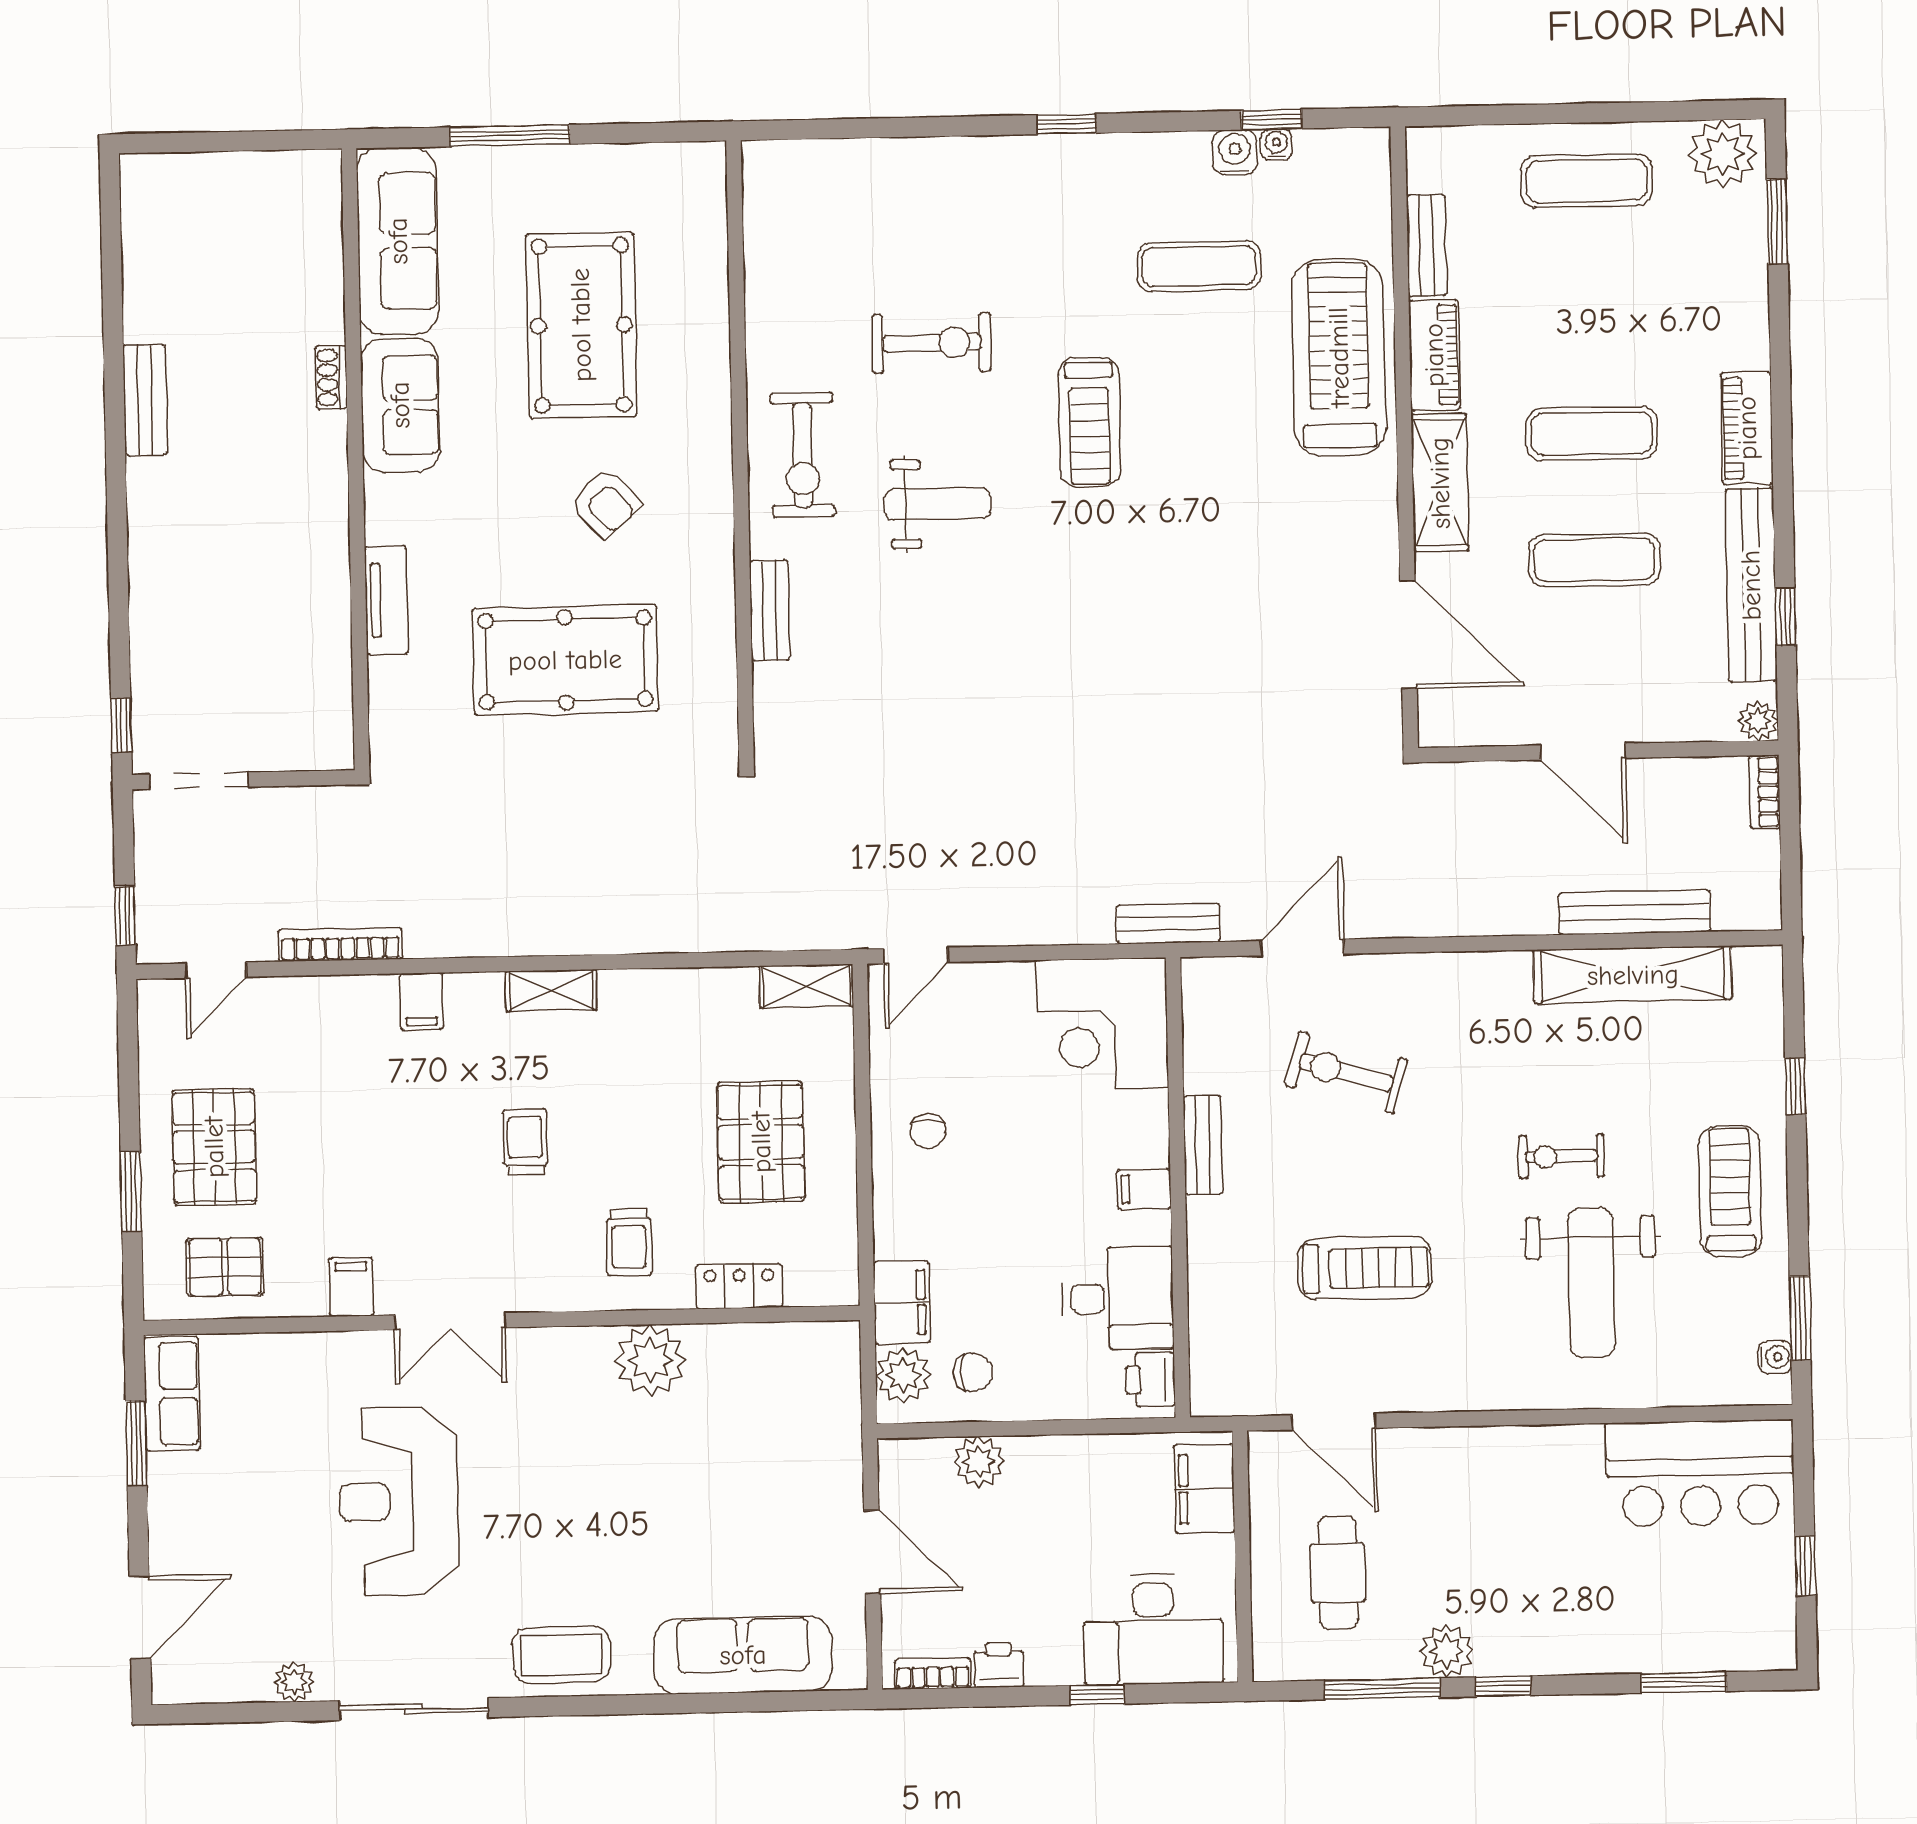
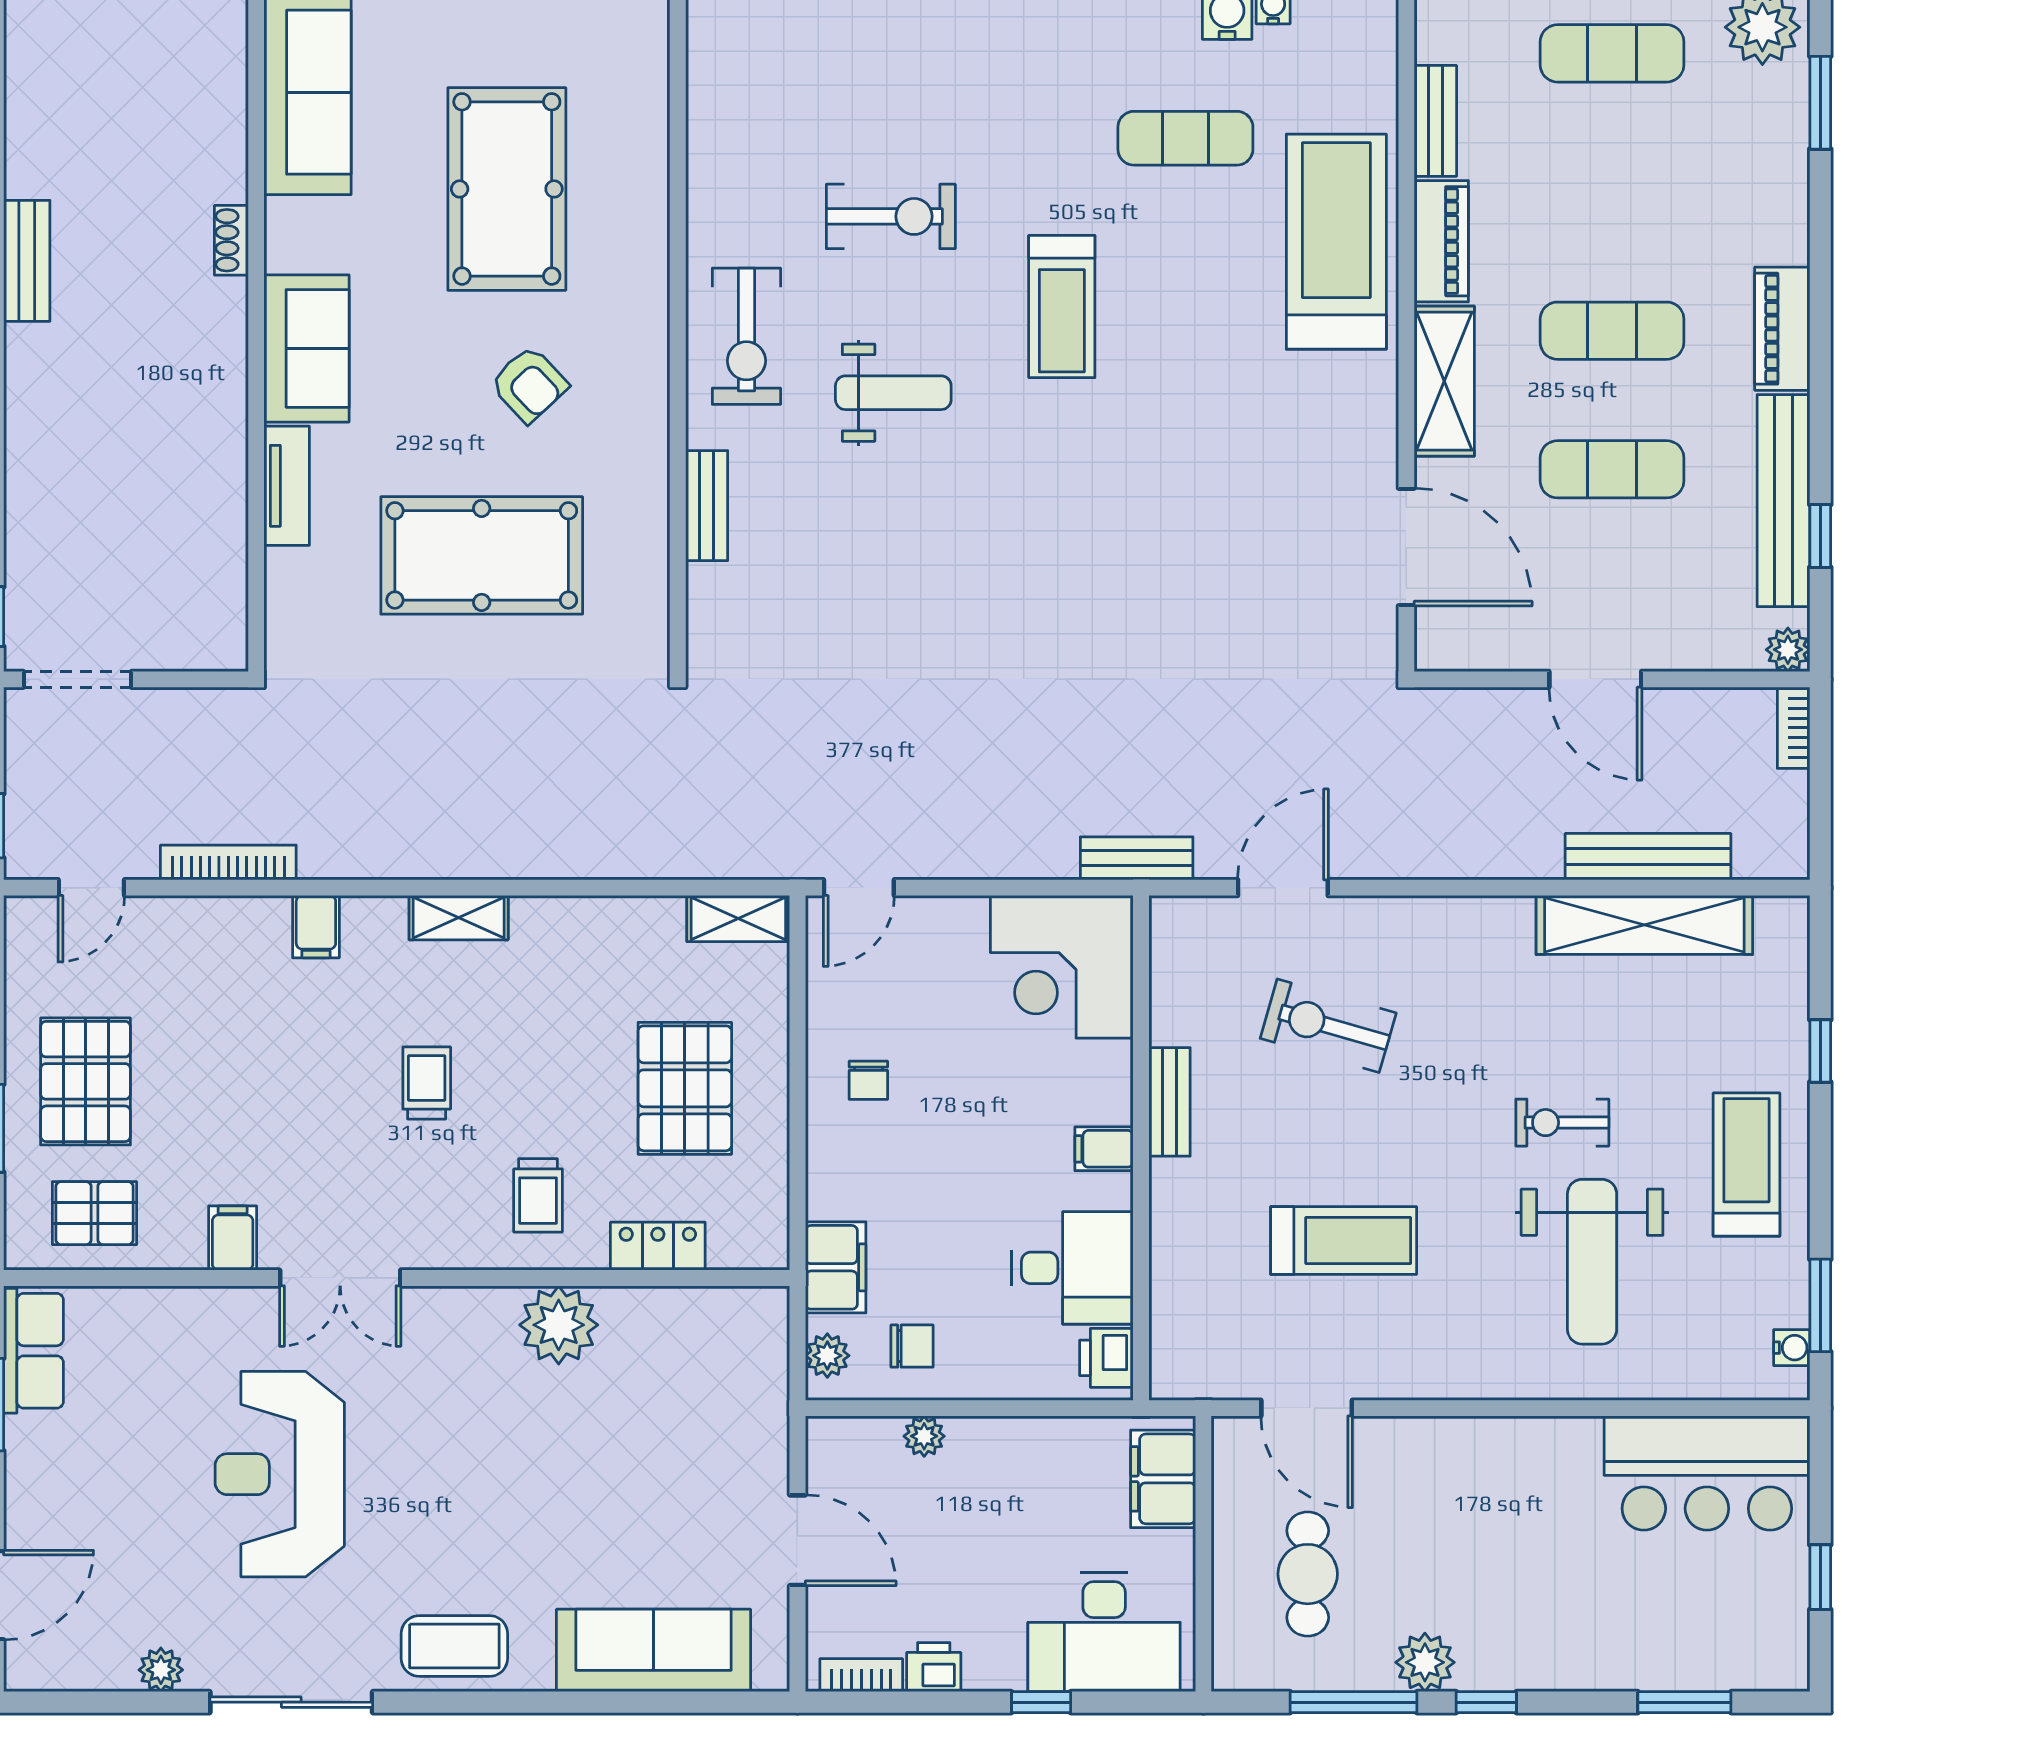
sofa: (400, 405) -> (307, 348), moved
plant: (903, 1375) -> (827, 1356), width x0.73, depth x0.73
plant: (979, 1462) -> (924, 1436), width x0.73, depth x0.73

